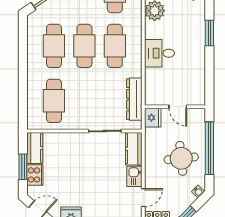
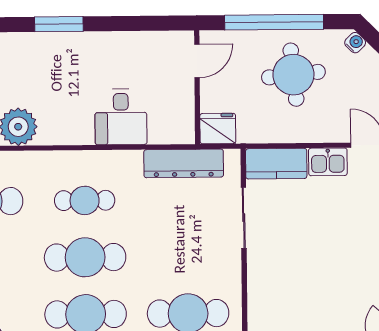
cafe table: (115, 46) -> (85, 200), width x0.73, depth x0.74
desk: (159, 53) -> (121, 117), moved
door: (178, 107) -> (197, 61), moved

